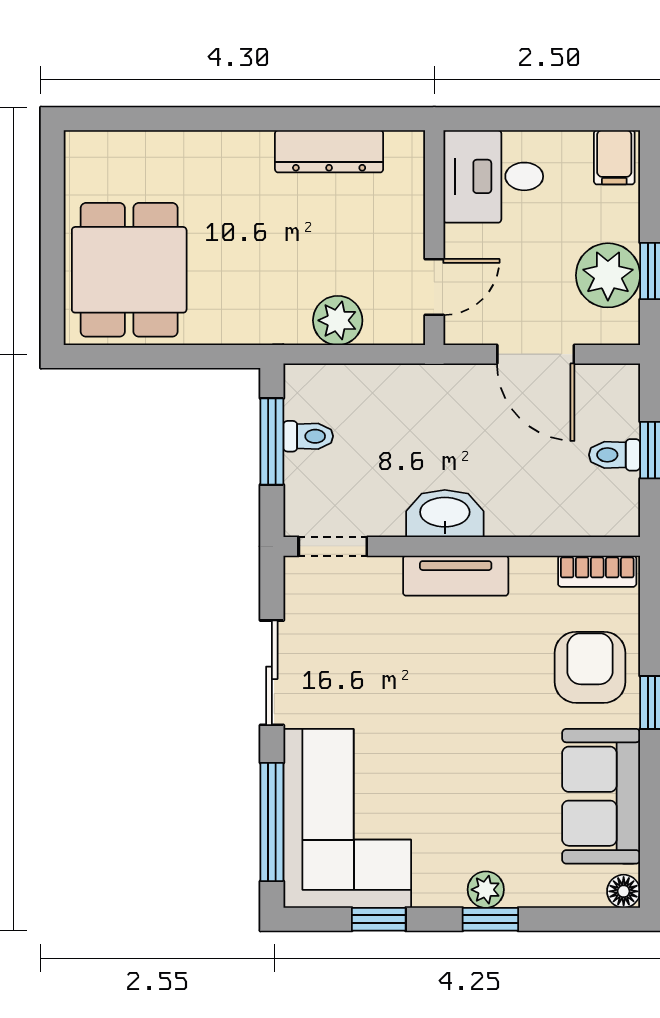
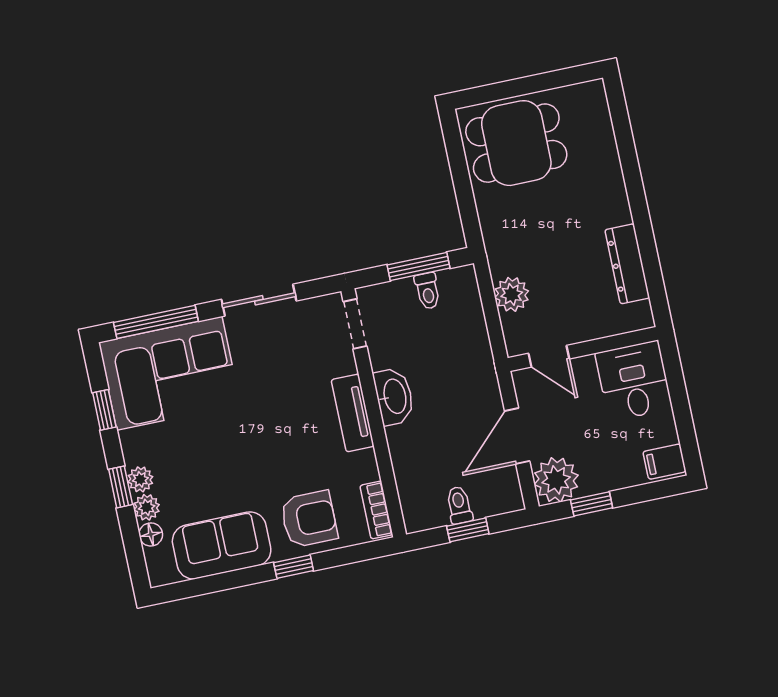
plant: (608, 275) -> (556, 480), moved
plant: (526, 889) -> (147, 507), added
floor lamp: (624, 891) -> (151, 534), moved

